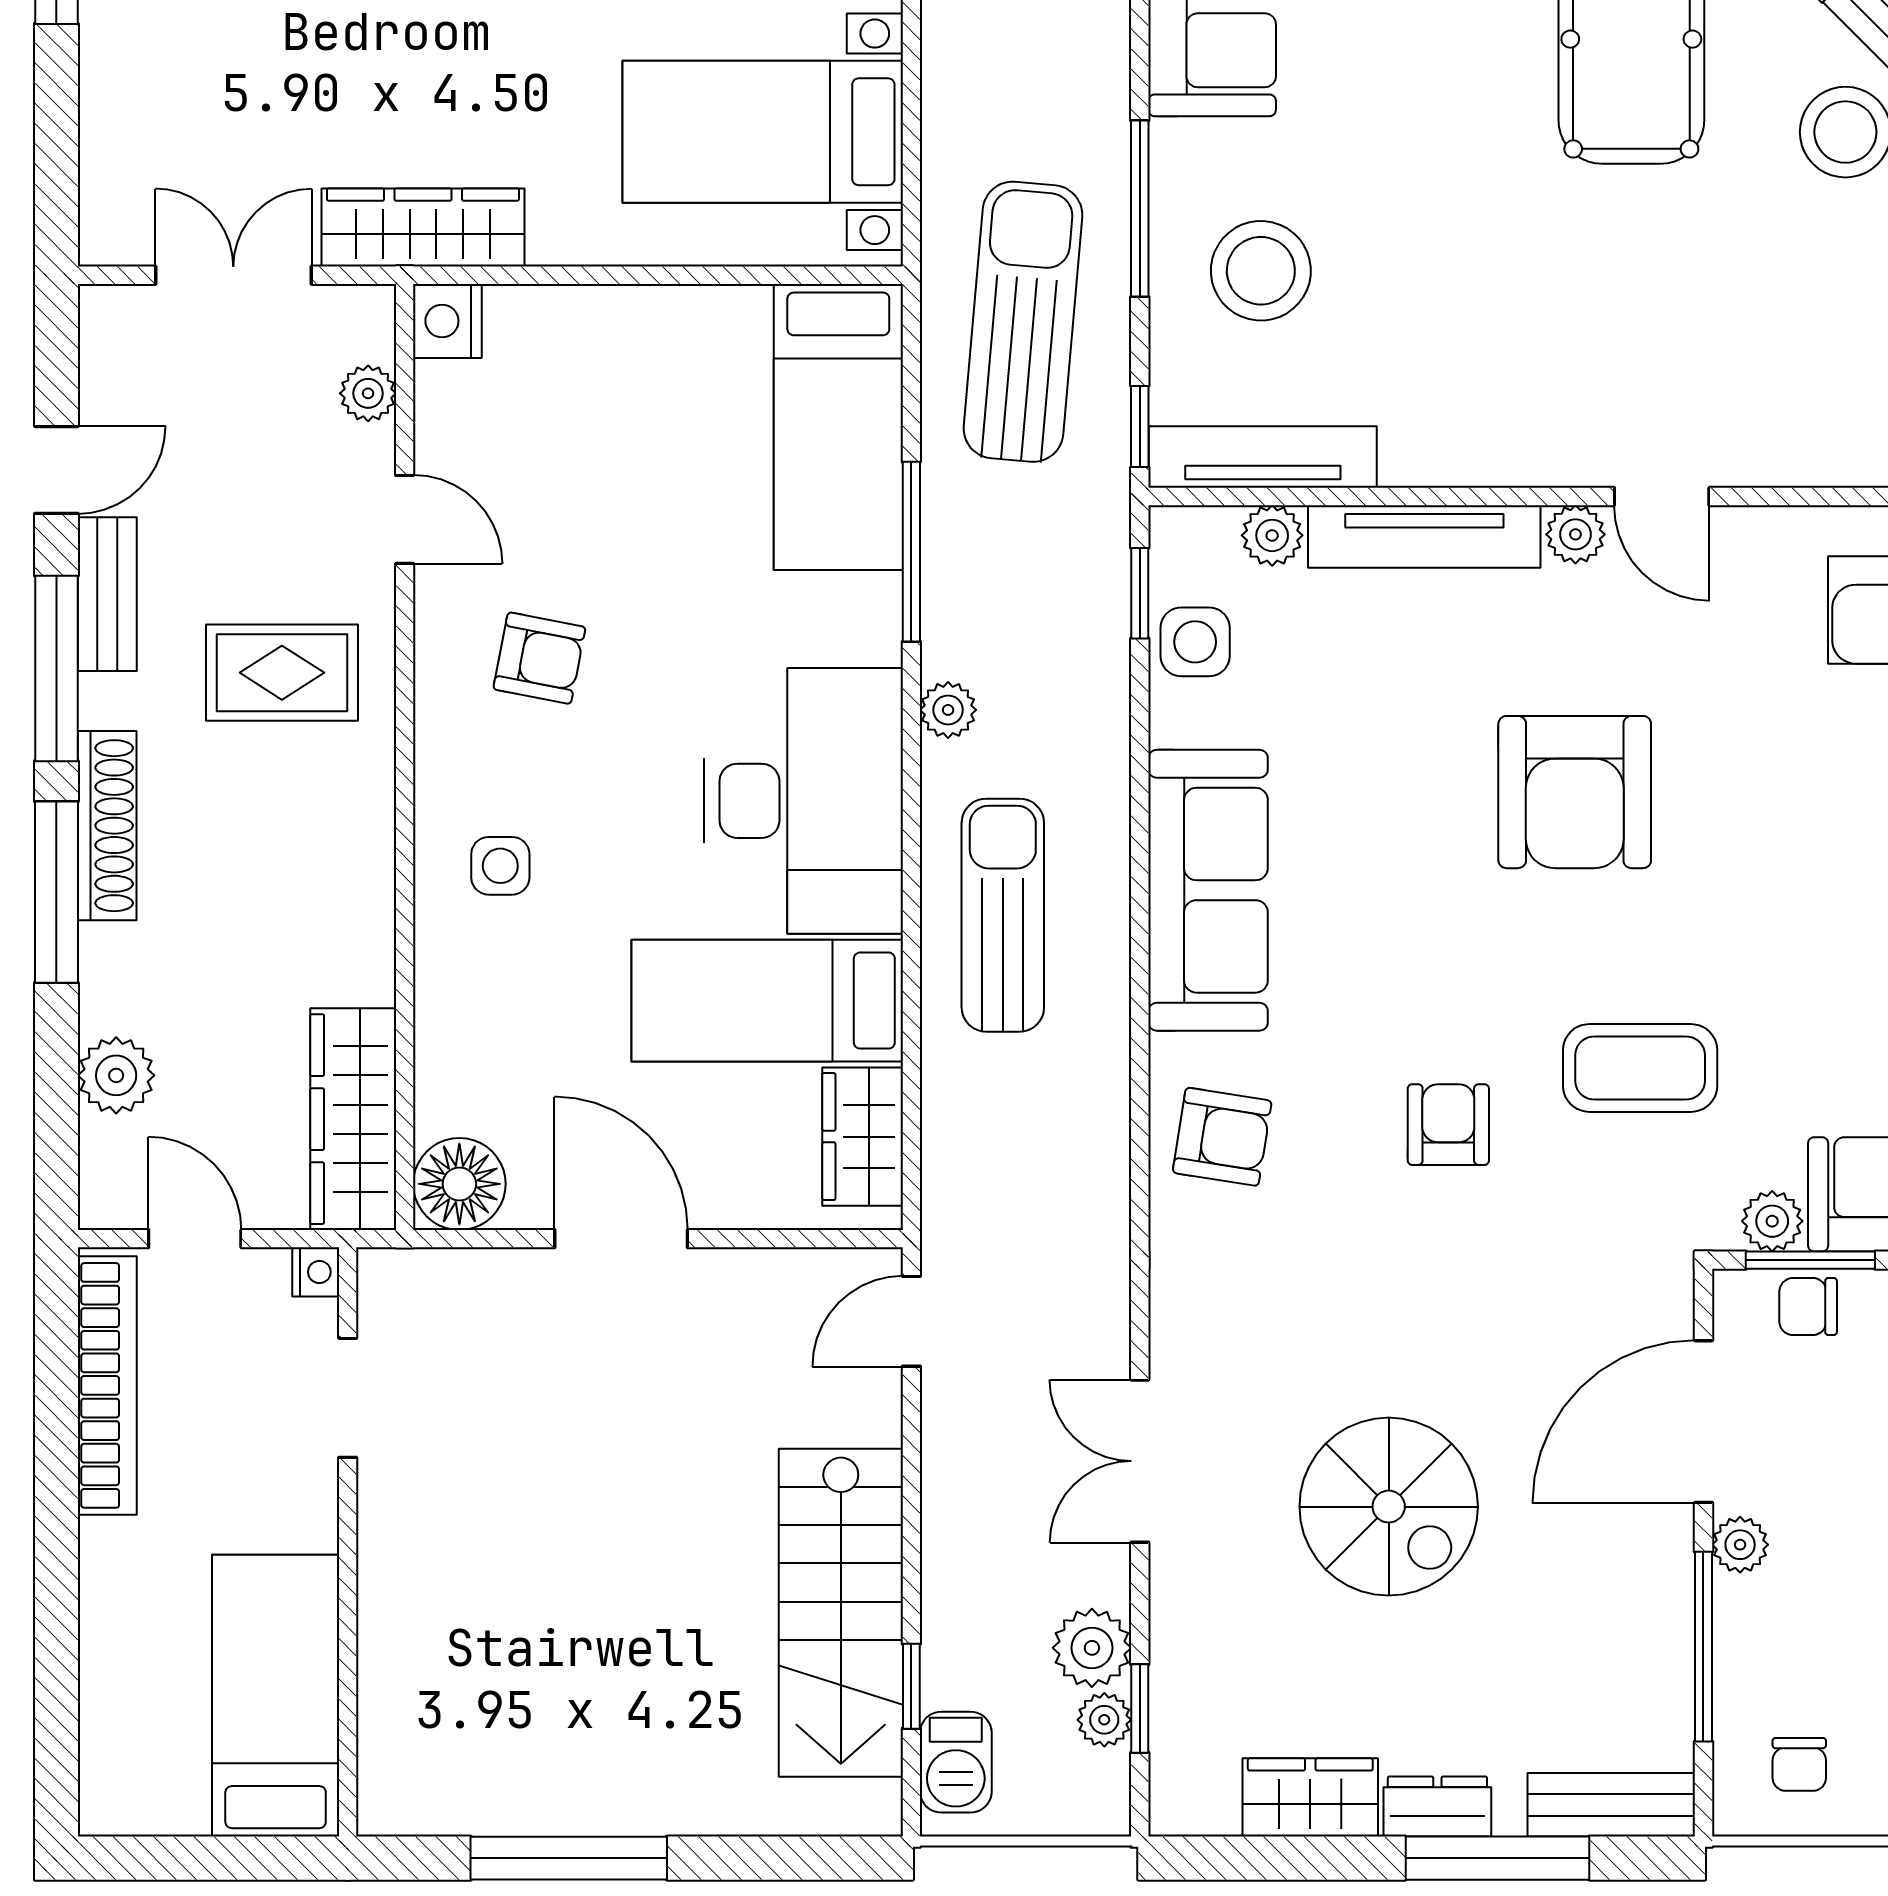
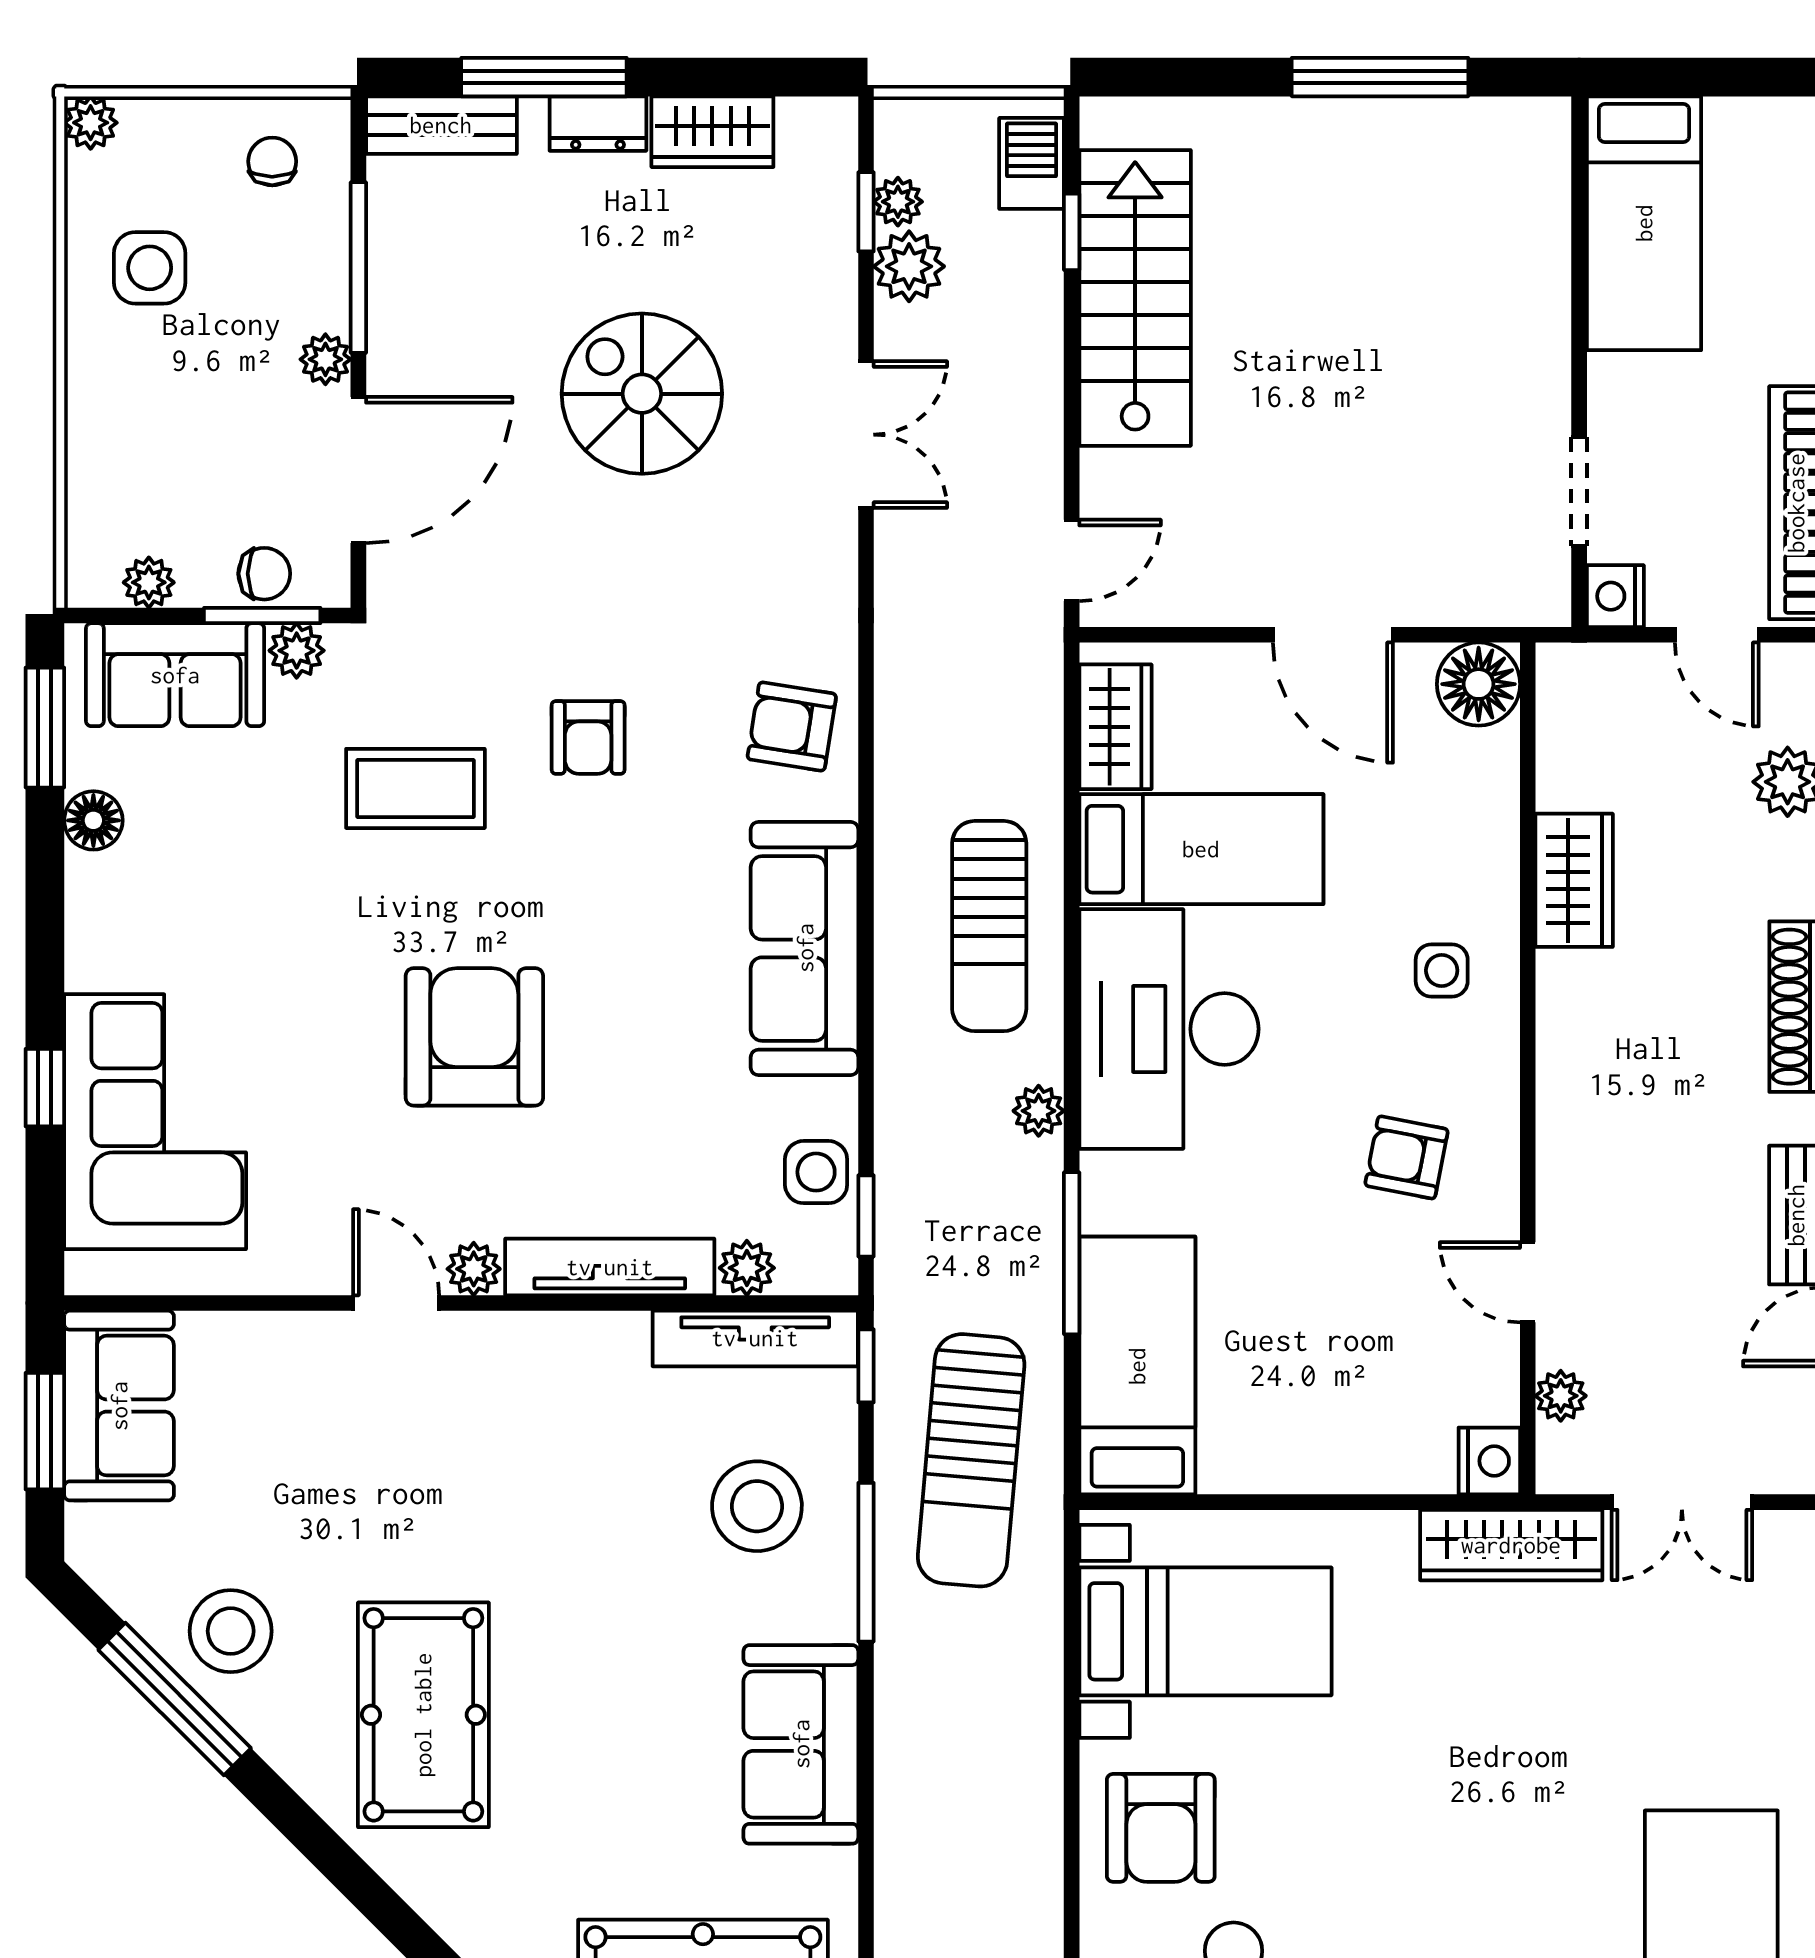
rug: (282, 673) -> (1638, 1144), removed
wardrobe: (353, 1119) -> (1574, 880), moved, width x0.67
nightstand: (316, 1272) -> (1615, 596), width x1.39, depth x1.35

